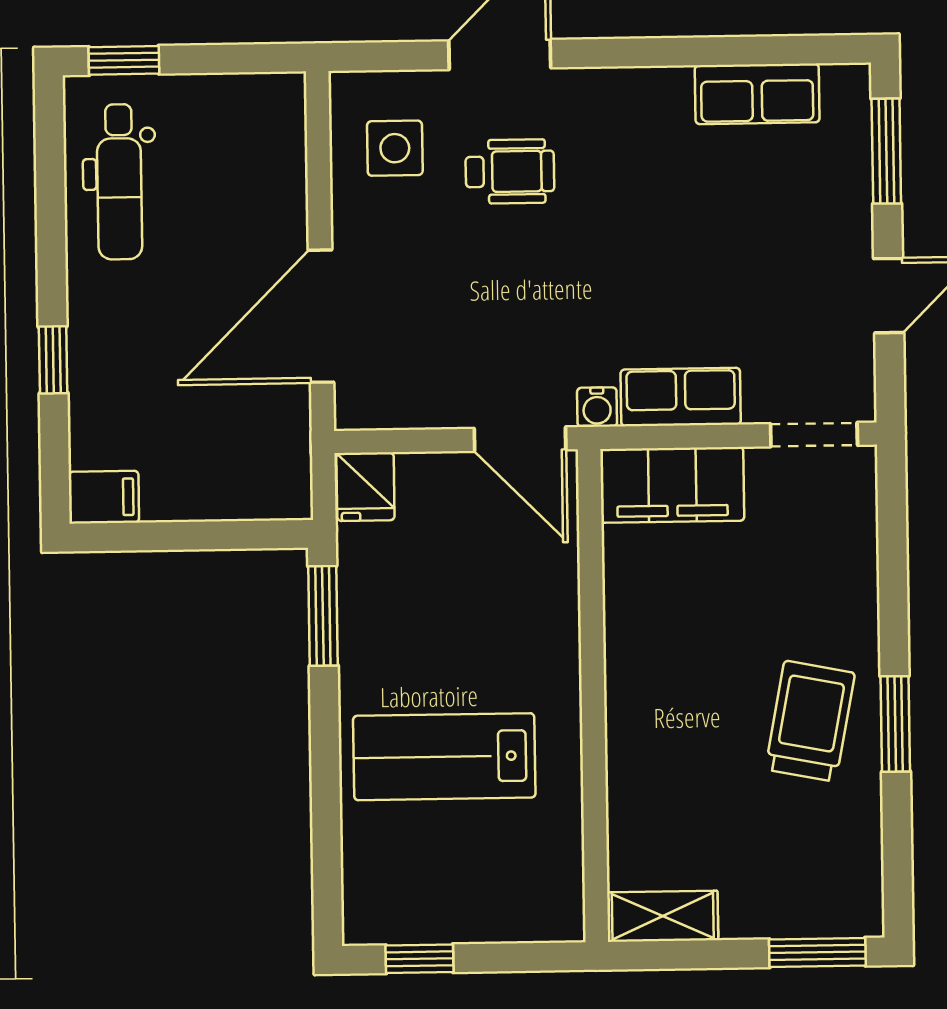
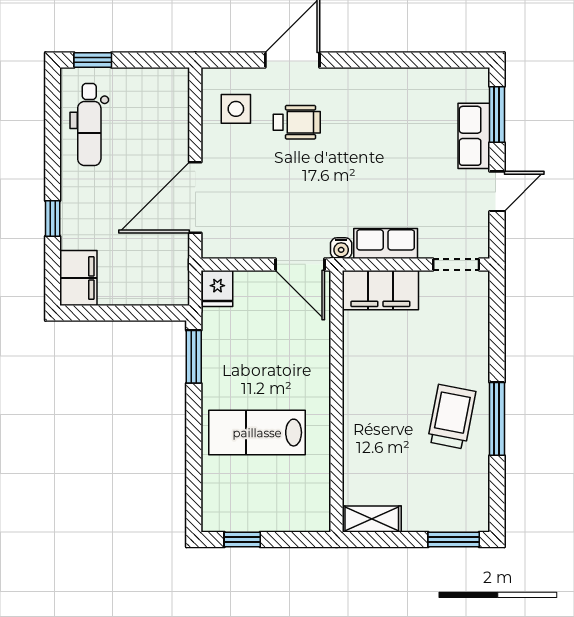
row of seats: (757, 94) -> (474, 136), moved, turned 90
filing cabinet: (104, 497) -> (78, 278), width x2.00
window: (895, 724) -> (497, 419), width x1.44

